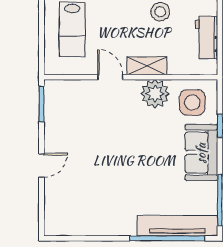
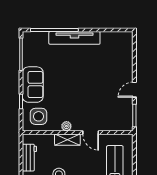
plant: (155, 94) -> (66, 126), width x0.53, depth x0.53
door: (41, 165) -> (134, 90), moved
tv unit: (177, 226) -> (74, 38), moved

